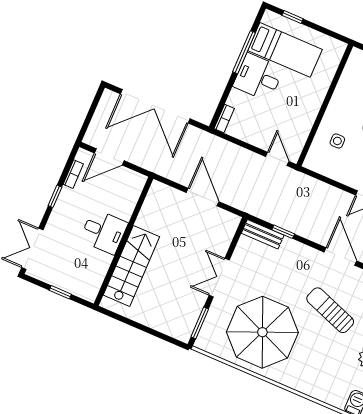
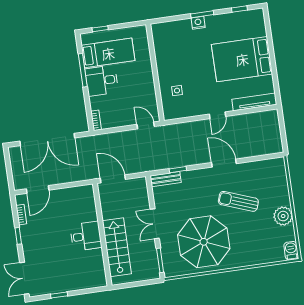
desk: (104, 232) -> (86, 236), moved
wall: (124, 241) -> (102, 235), moved
stairs: (131, 266) -> (117, 247), moved

